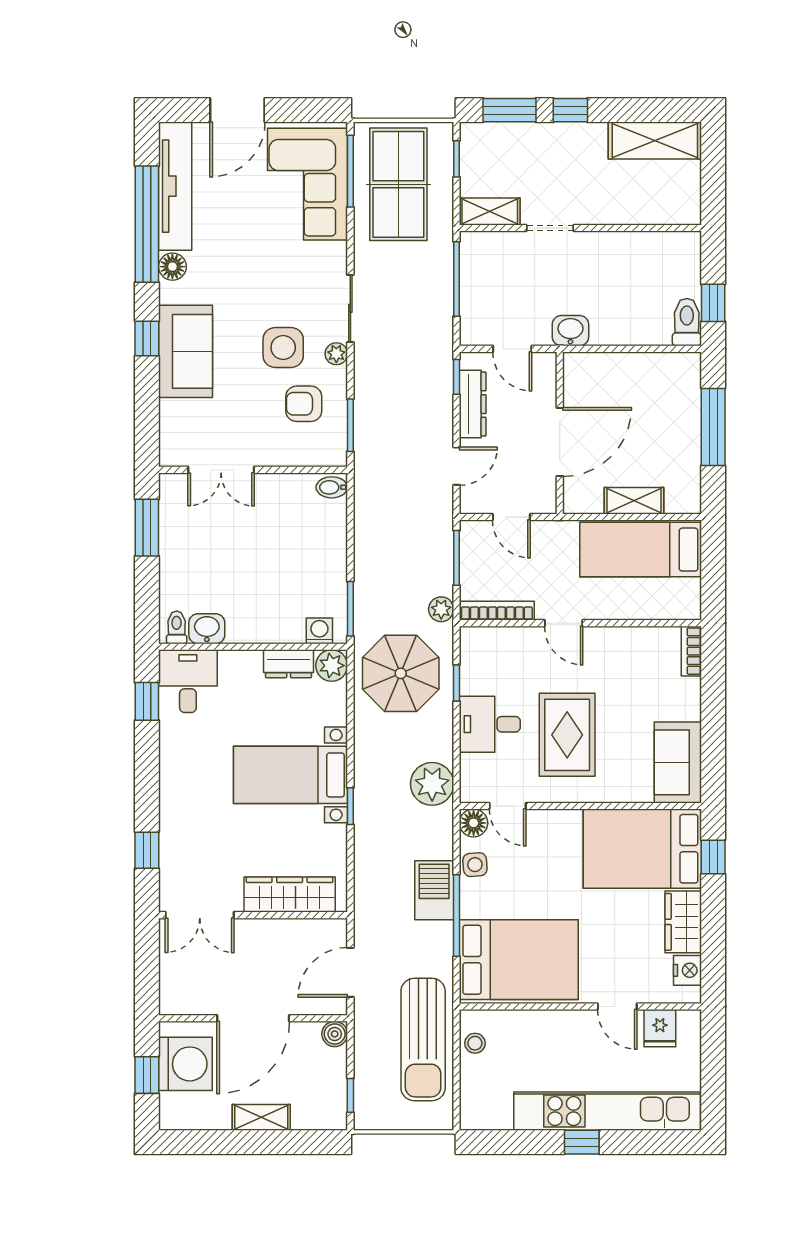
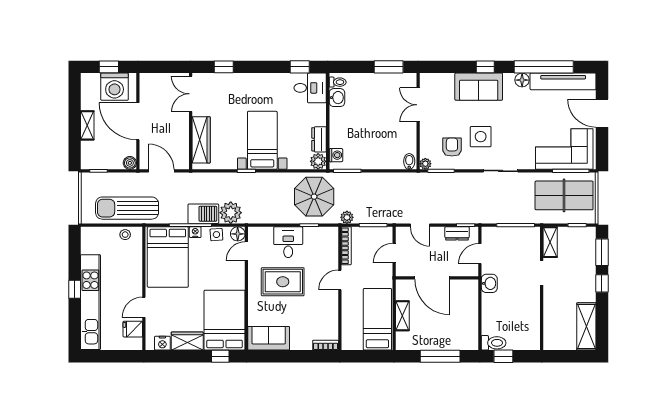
plant: (336, 354) -> (425, 164), moved
dresser: (473, 404) -> (457, 233), width x0.70
plant: (432, 784) -> (231, 213), moved
nightstand: (470, 906) -> (195, 232), added

